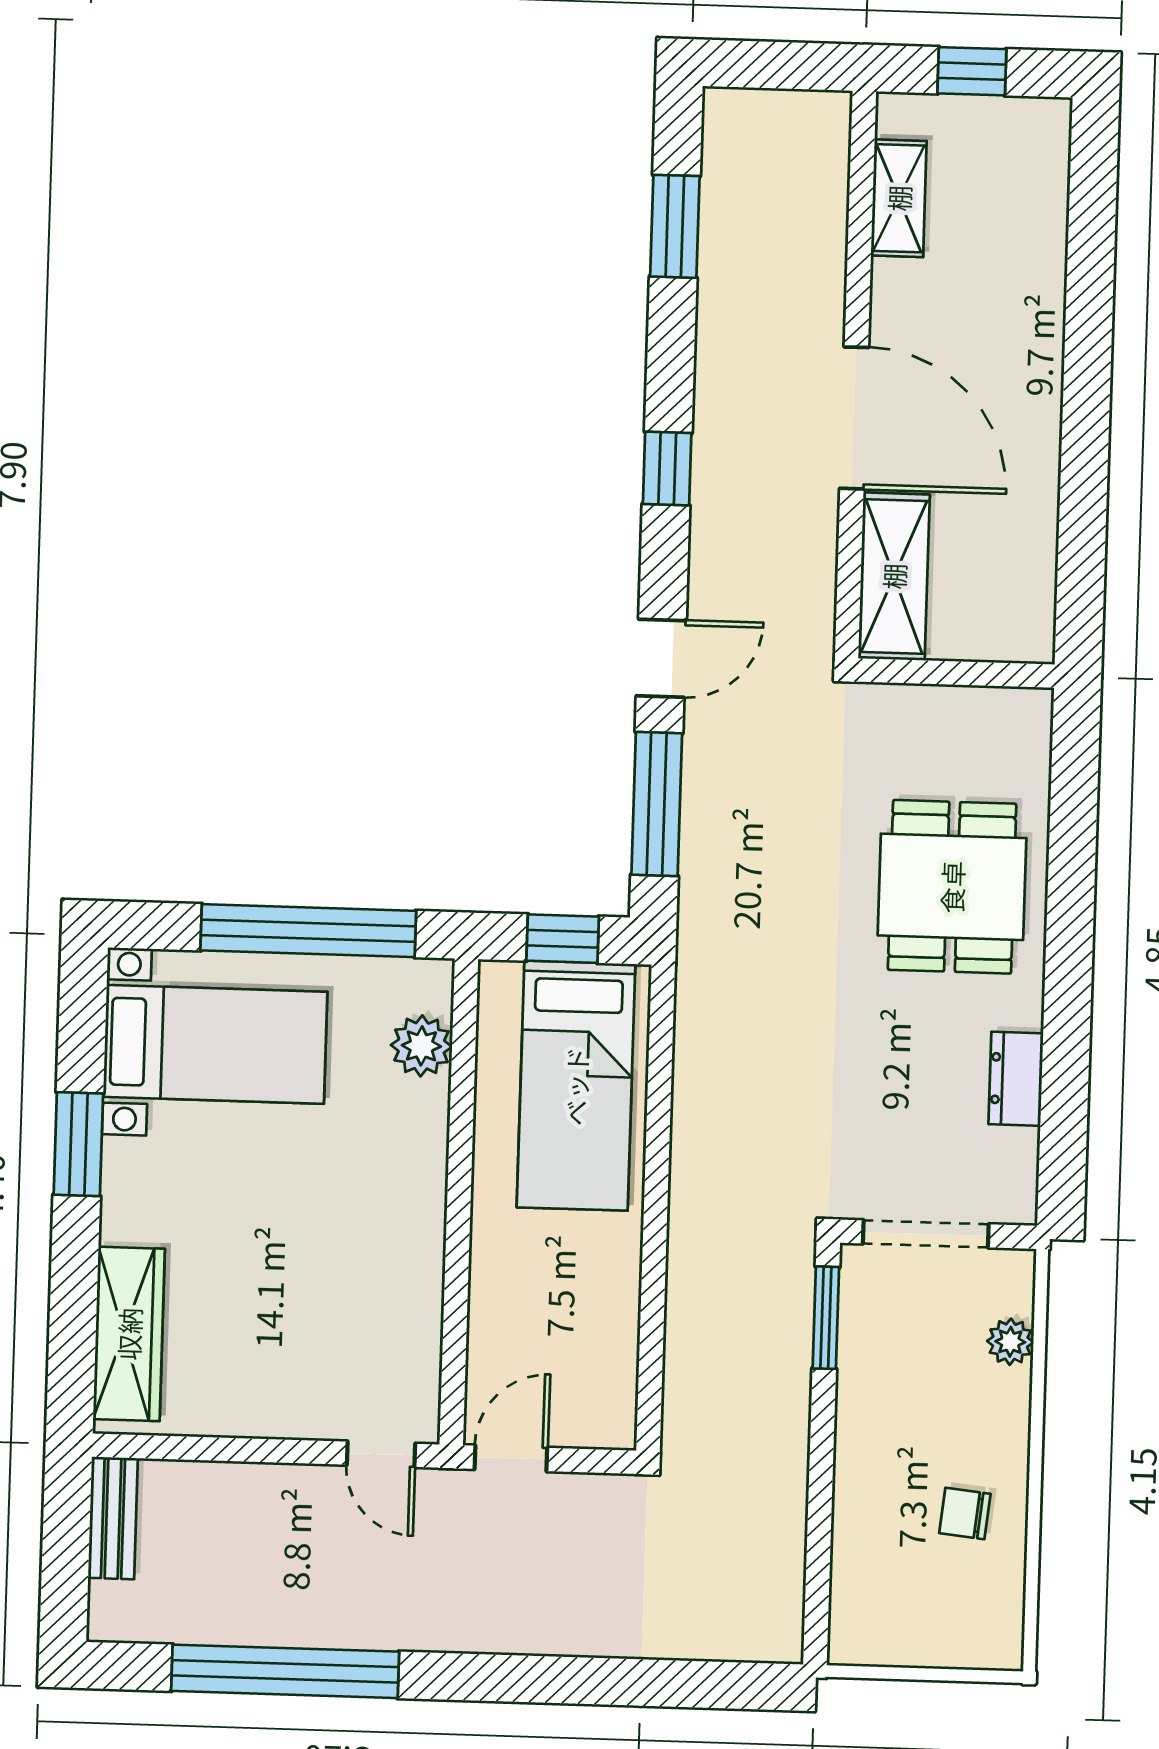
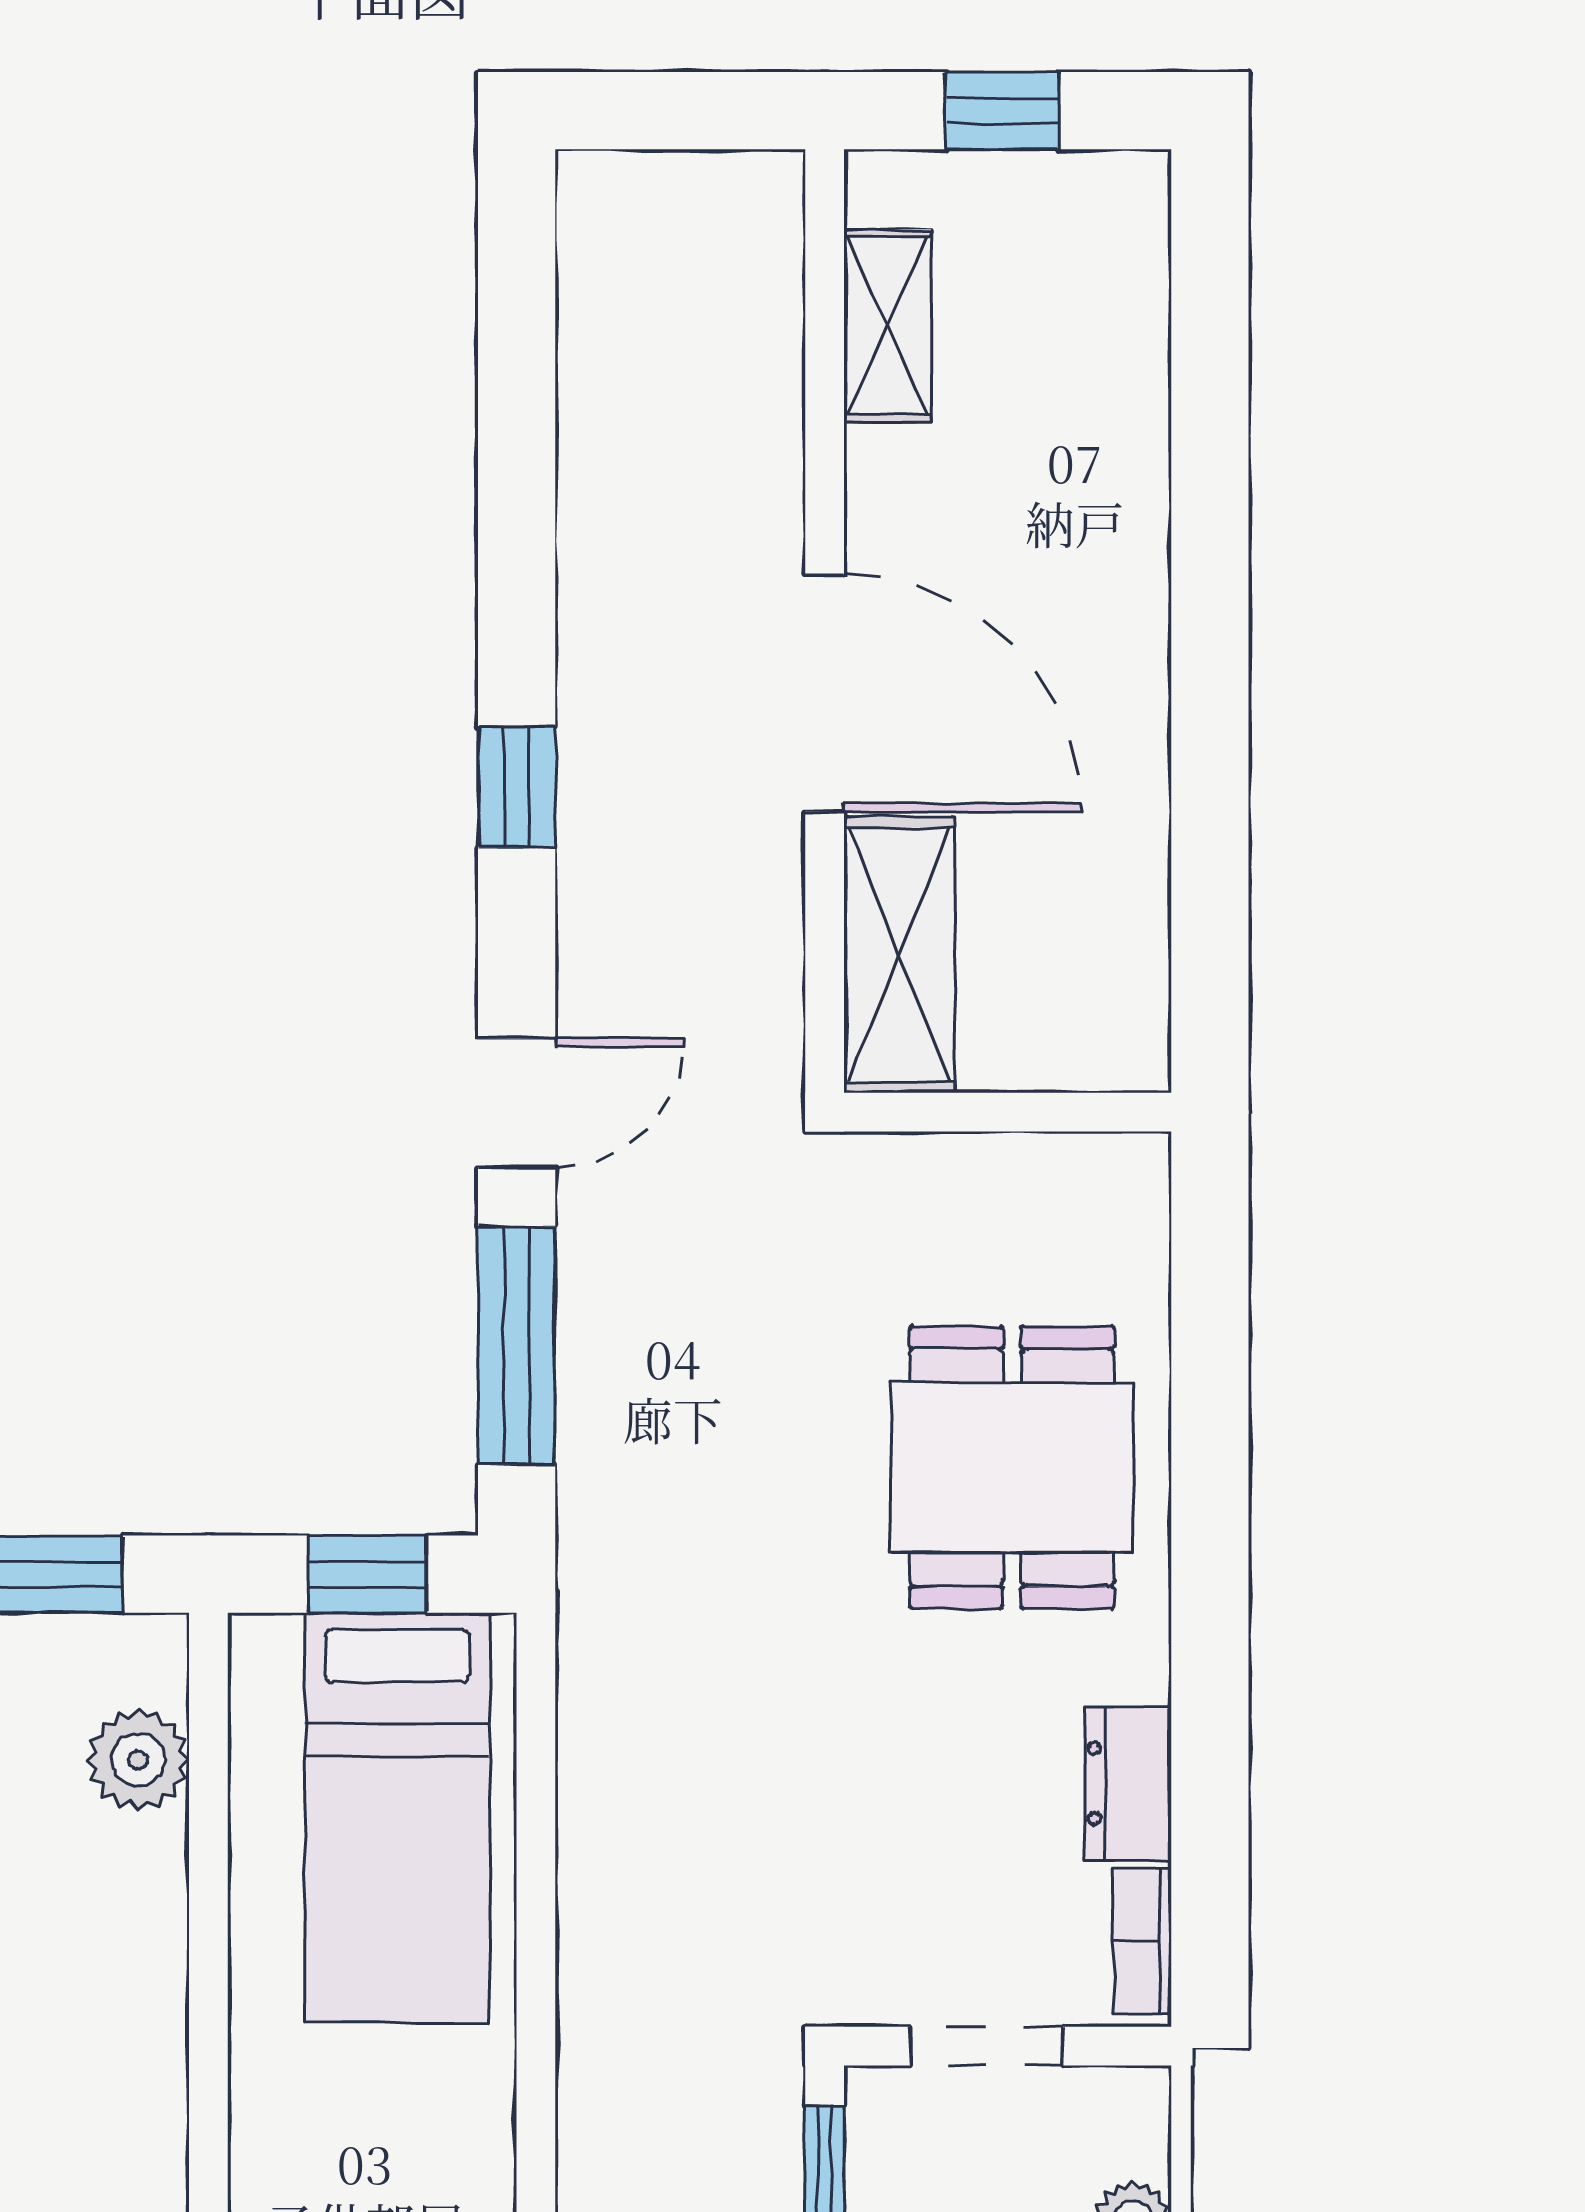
window: (675, 226) -> (517, 384), removed
bookcase: (1021, 1174) -> (1142, 1941), added
doorway: (926, 1234) -> (986, 2046), width x0.73

